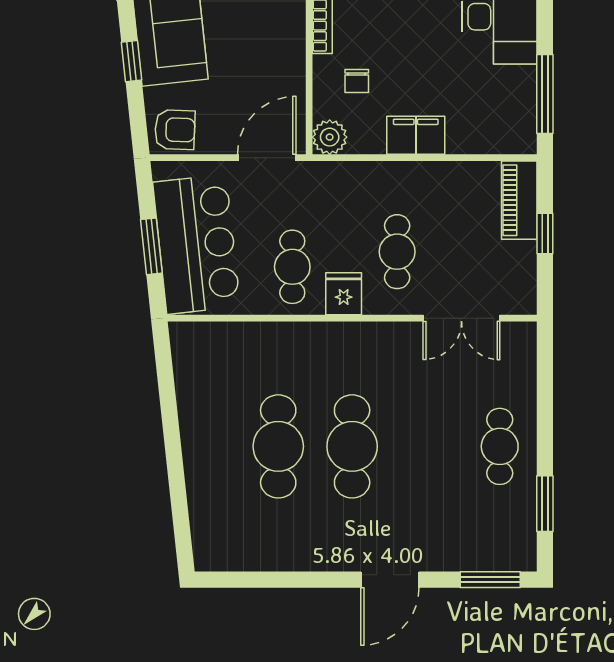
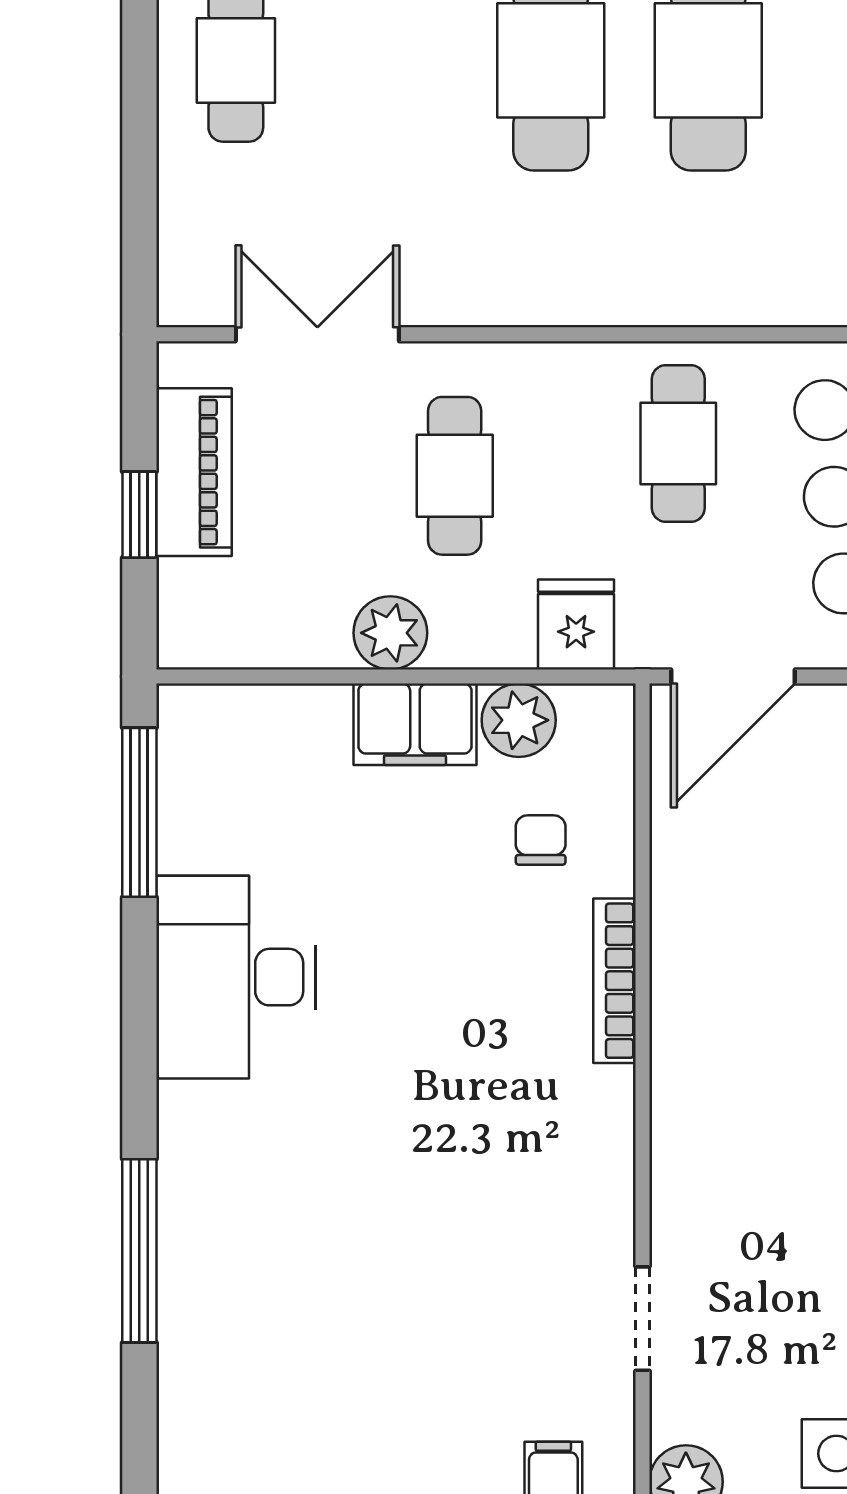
plant: (330, 137) -> (519, 720), moved
plant: (427, 178) -> (390, 633), added
piano: (519, 200) -> (194, 472), moved
fridge: (344, 294) -> (576, 624), moved, turned 180

